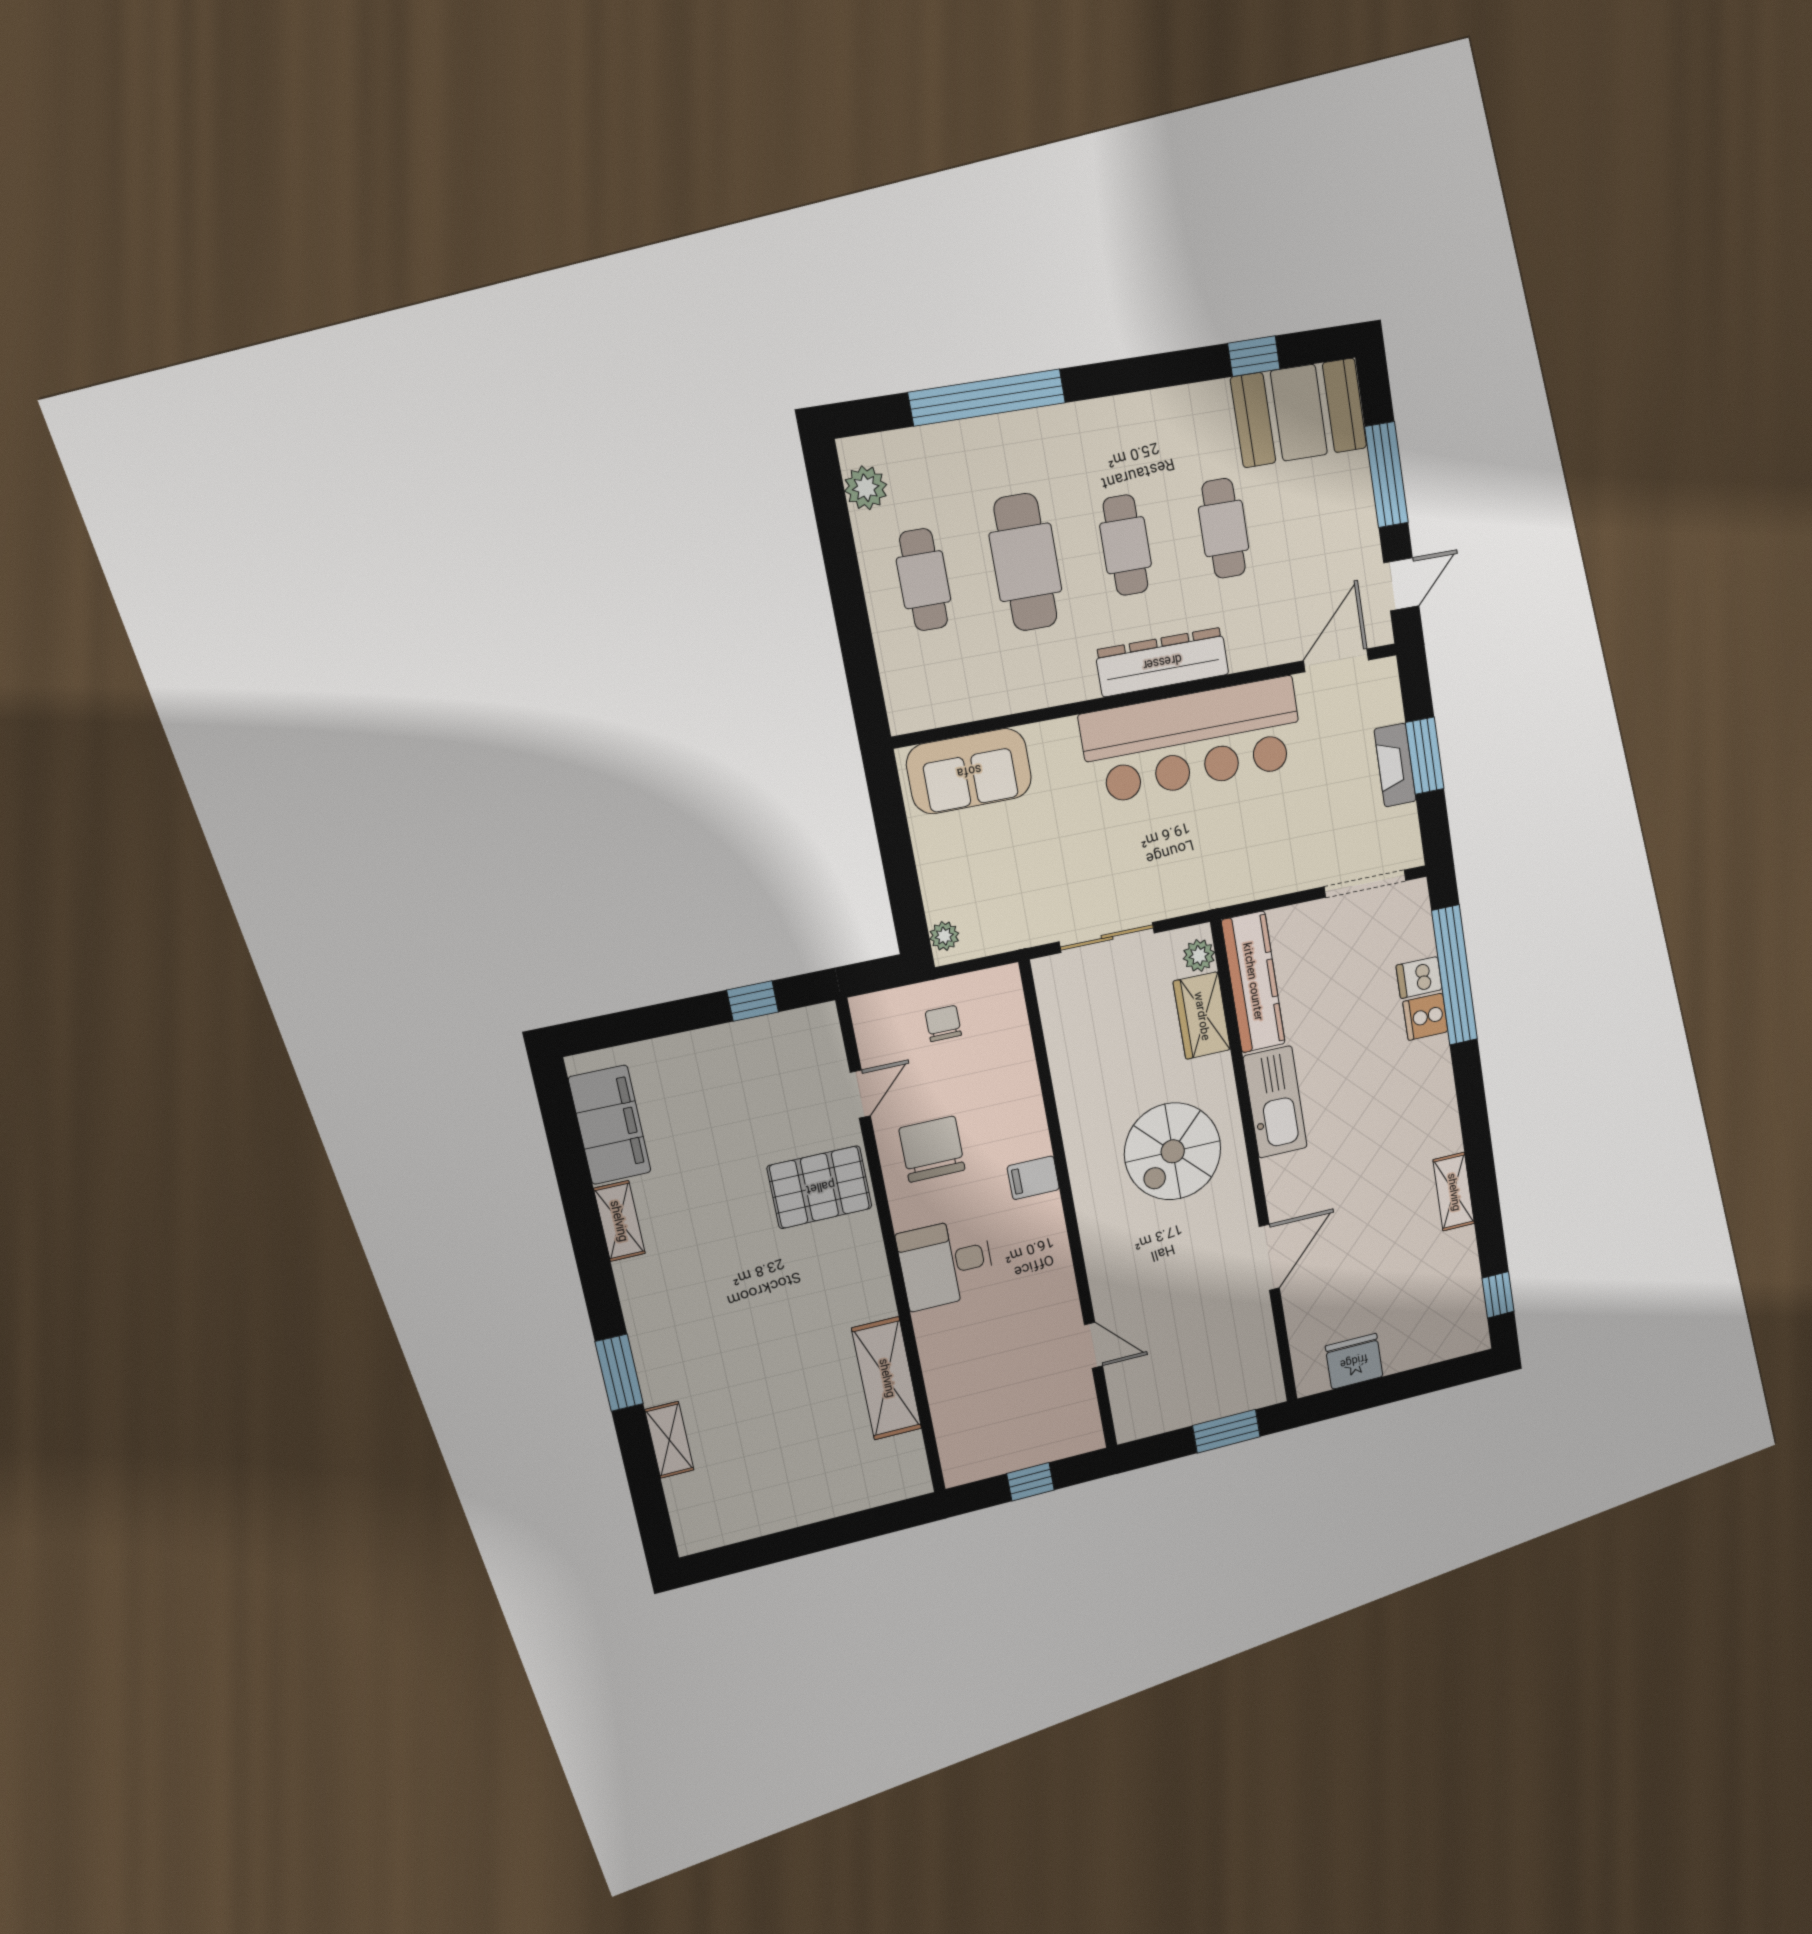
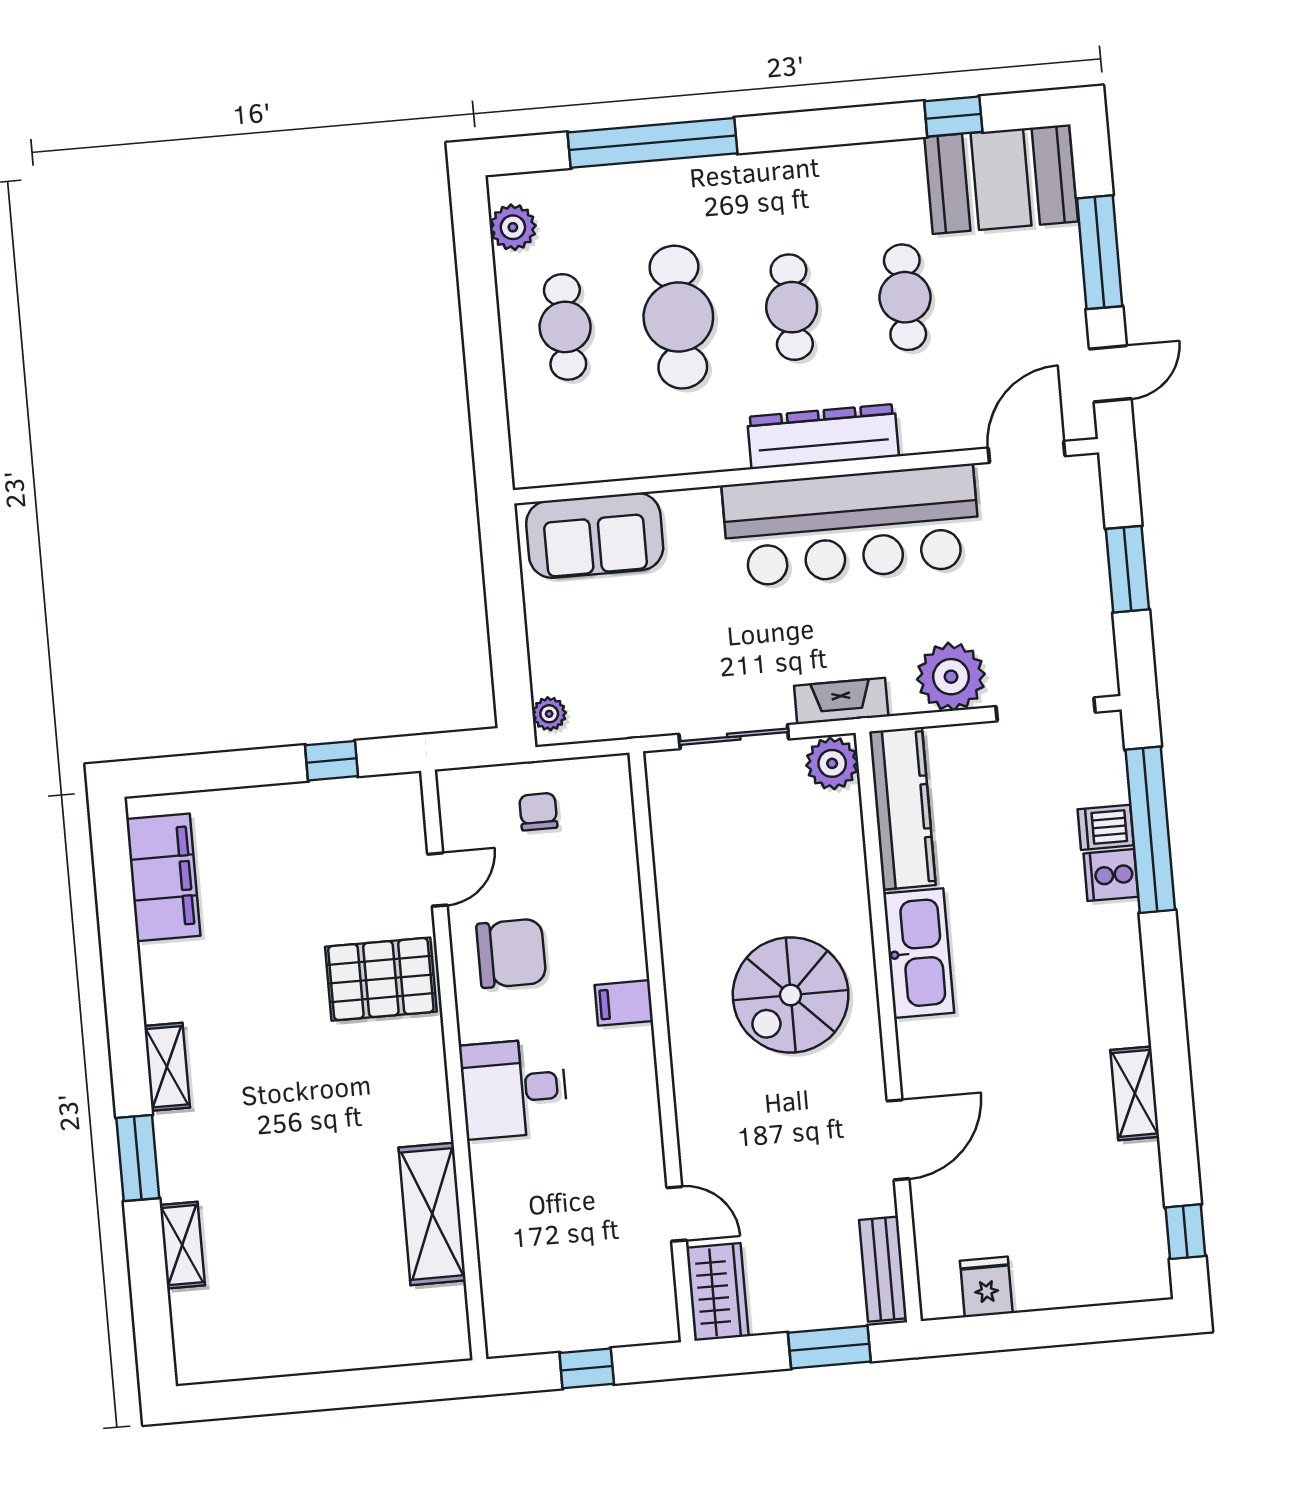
fireplace: (1395, 765) -> (841, 701), moved, turned 90
plant: (1286, 864) -> (951, 677), added
plant: (1199, 956) -> (832, 763), width x1.38, depth x1.38
wardrobe: (1202, 1016) -> (717, 1292), moved, turned 180
chair: (932, 1149) -> (511, 953), turned 90
shelving: (619, 1221) -> (167, 1067), moved
fridge: (1354, 1361) -> (986, 1287), width x0.72
bench: (1265, 1363) -> (883, 1269), added

